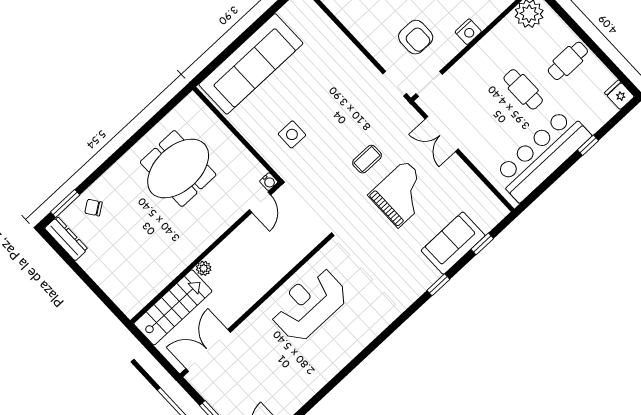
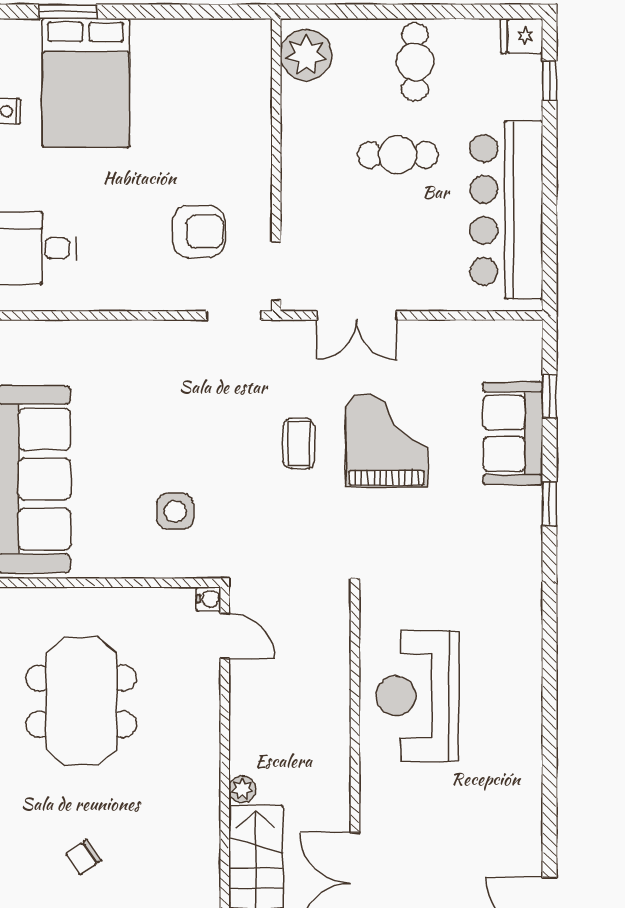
nightstand: (468, 32) -> (256, 156), removed
window: (588, 145) -> (549, 81), moved
chair: (94, 208) -> (83, 857), moved

